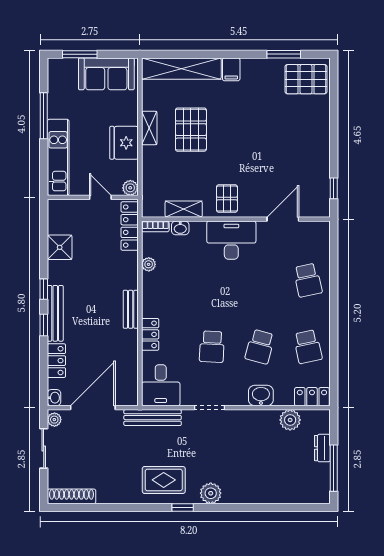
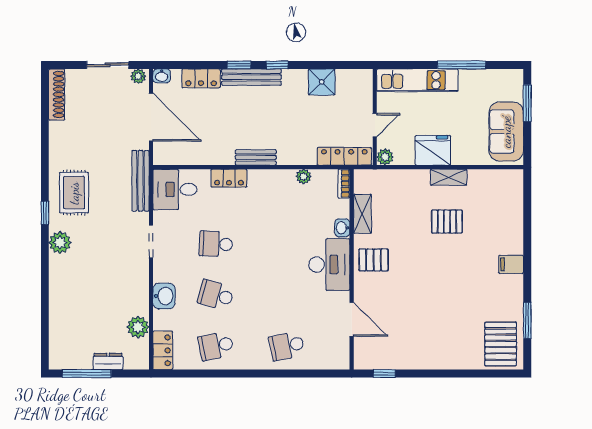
shelving: (181, 69) -> (512, 211), removed
pallet: (191, 130) -> (447, 222), width x0.67, depth x0.71
washbasin: (180, 228) -> (342, 228), moved

